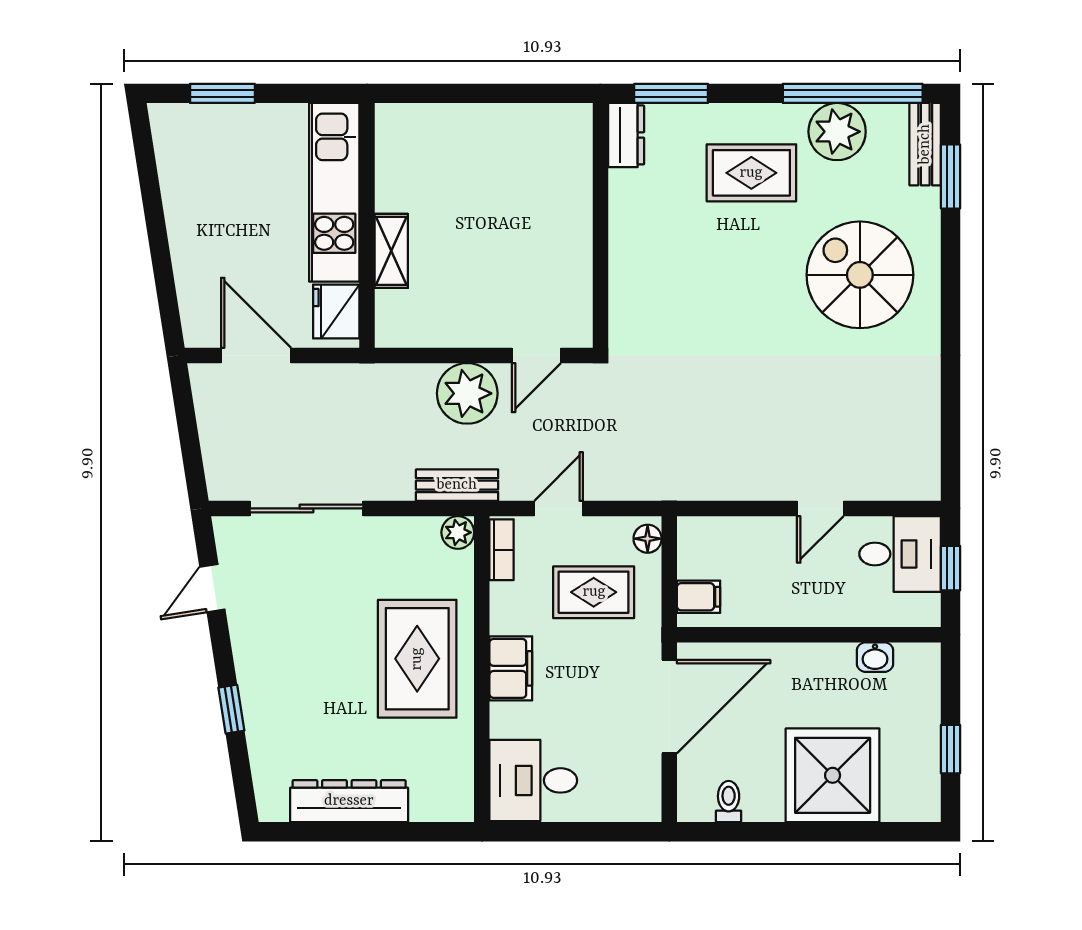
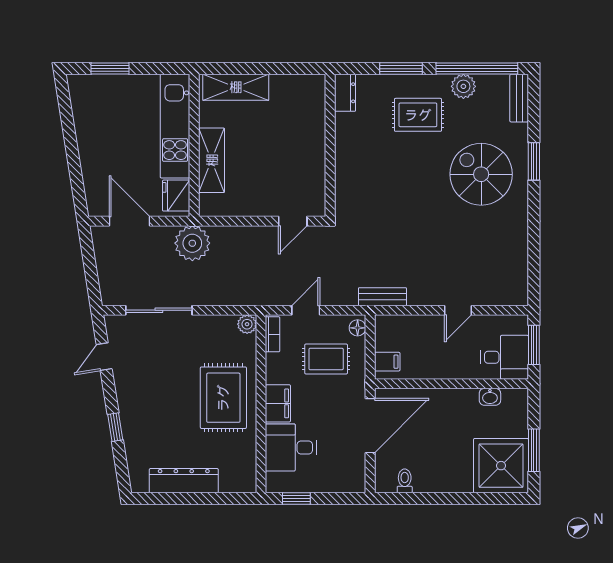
window: (671, 93) -> (401, 69), moved
shelving: (439, 126) -> (236, 87), added
plant: (837, 132) -> (463, 86), width x0.73, depth x0.73
window: (950, 176) -> (534, 161), moved
shelving: (391, 251) -> (212, 160), width x1.50, depth x1.33
plant: (467, 393) -> (192, 243), moved
bench: (457, 485) -> (382, 297), moved
desk: (900, 554) -> (505, 357), moved
window: (950, 568) -> (534, 345), width x1.50
window: (950, 749) -> (534, 450), width x1.50
shower: (833, 775) -> (501, 466), moved
desk: (533, 780) -> (291, 447), moved
window: (543, 832) -> (296, 498), added

